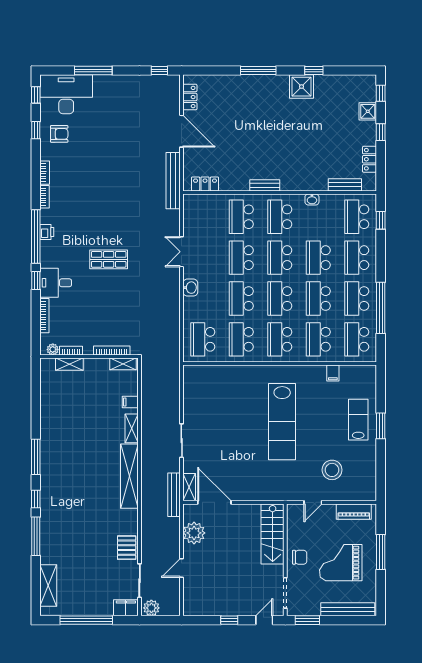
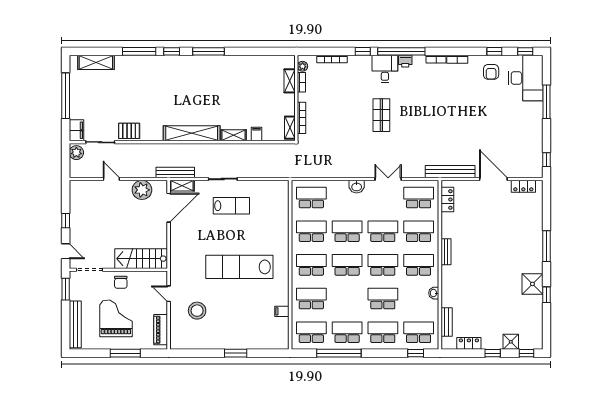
door: (182, 131) -> (493, 179), swing flipped
desk: (56, 283) -> (385, 69), moved
school desk: (318, 298) -> (419, 198), moved
lab bench: (358, 420) -> (231, 206), moved

